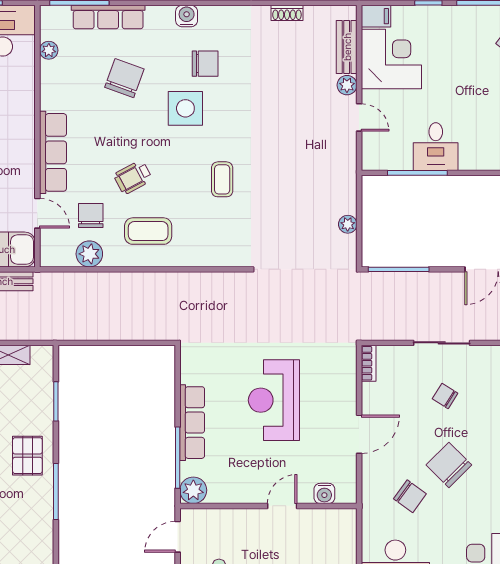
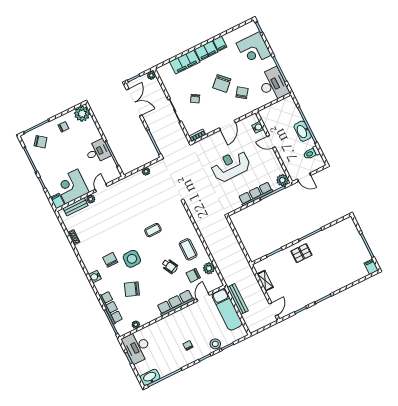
reception desk: (274, 400) -> (231, 166), turned 180
door: (359, 434) -> (227, 125), swing flipped

